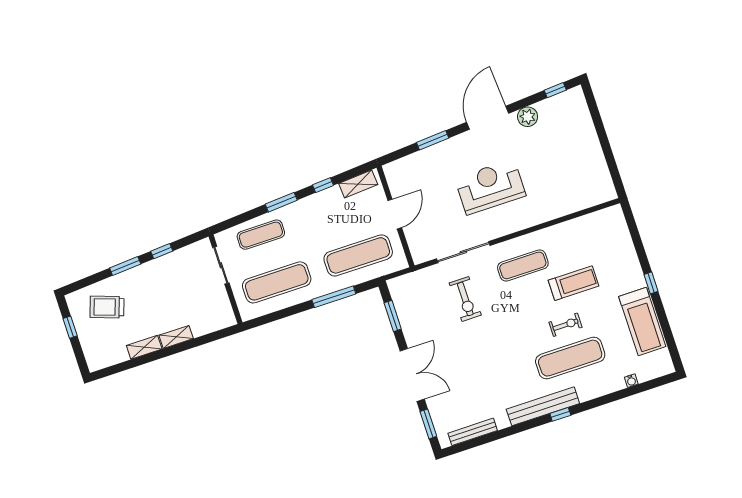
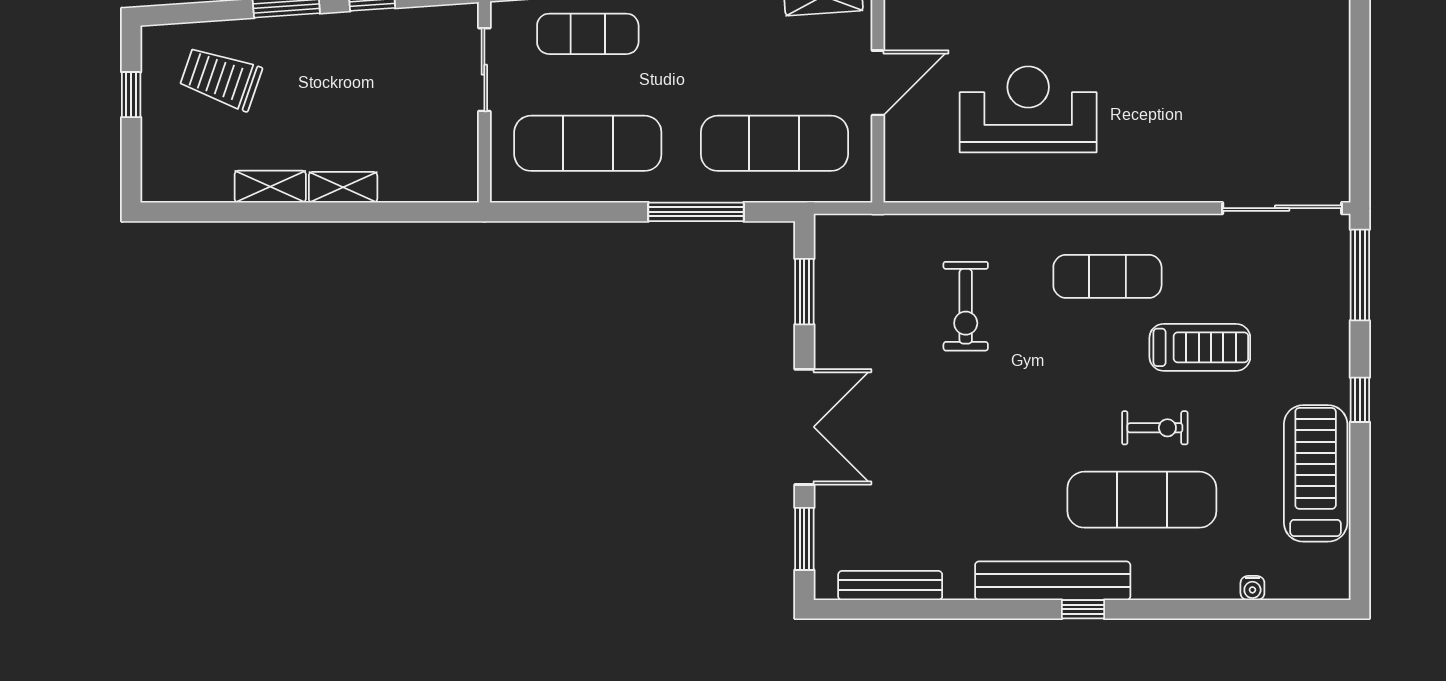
reception desk: (490, 187) -> (1028, 109), moved
window: (633, 228) -> (1360, 275), added
sliding door: (463, 252) -> (1282, 208), moved
treadmill: (642, 321) -> (1316, 473), turned 180

